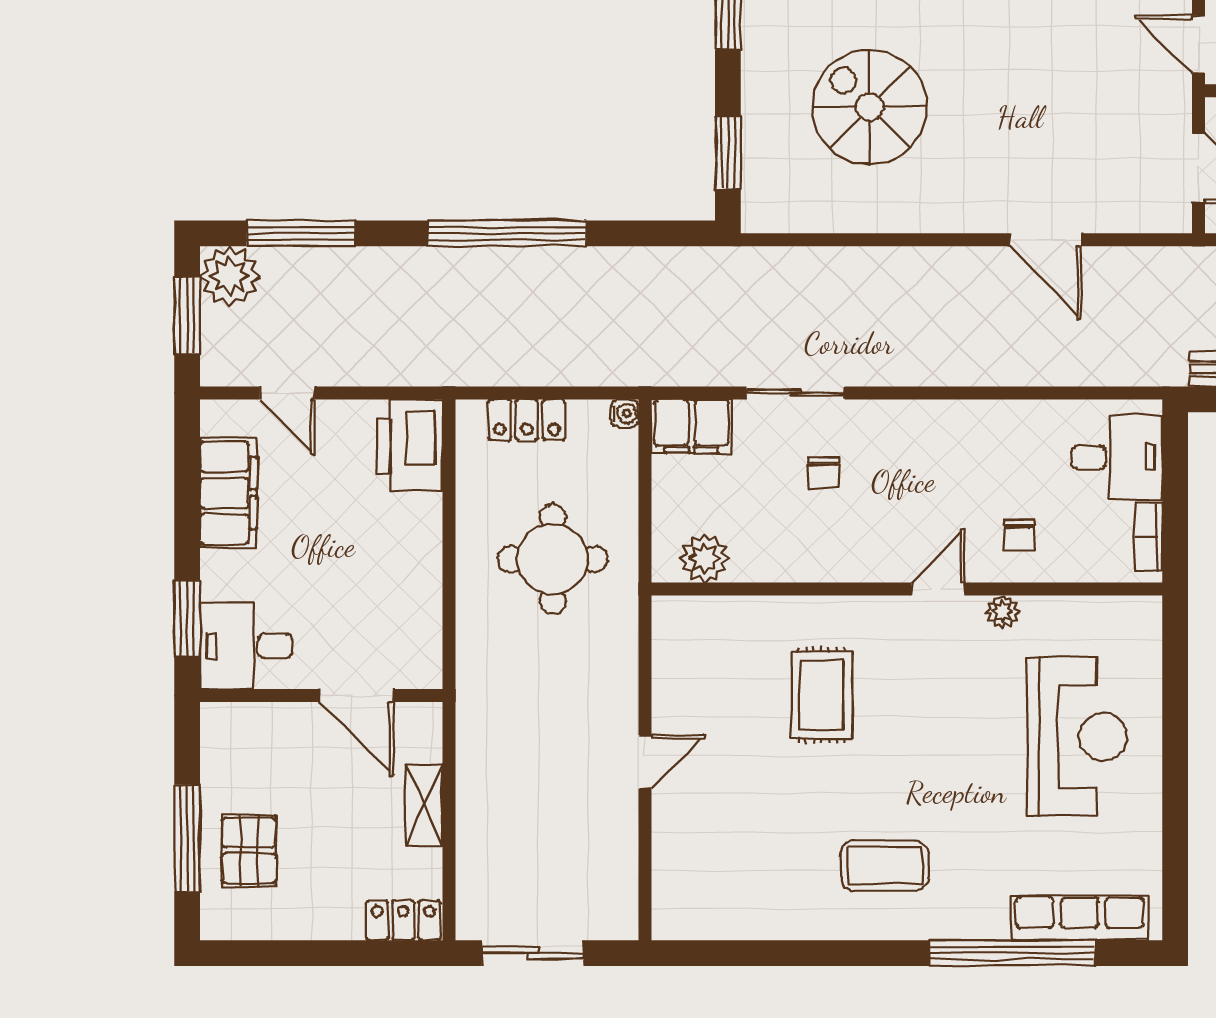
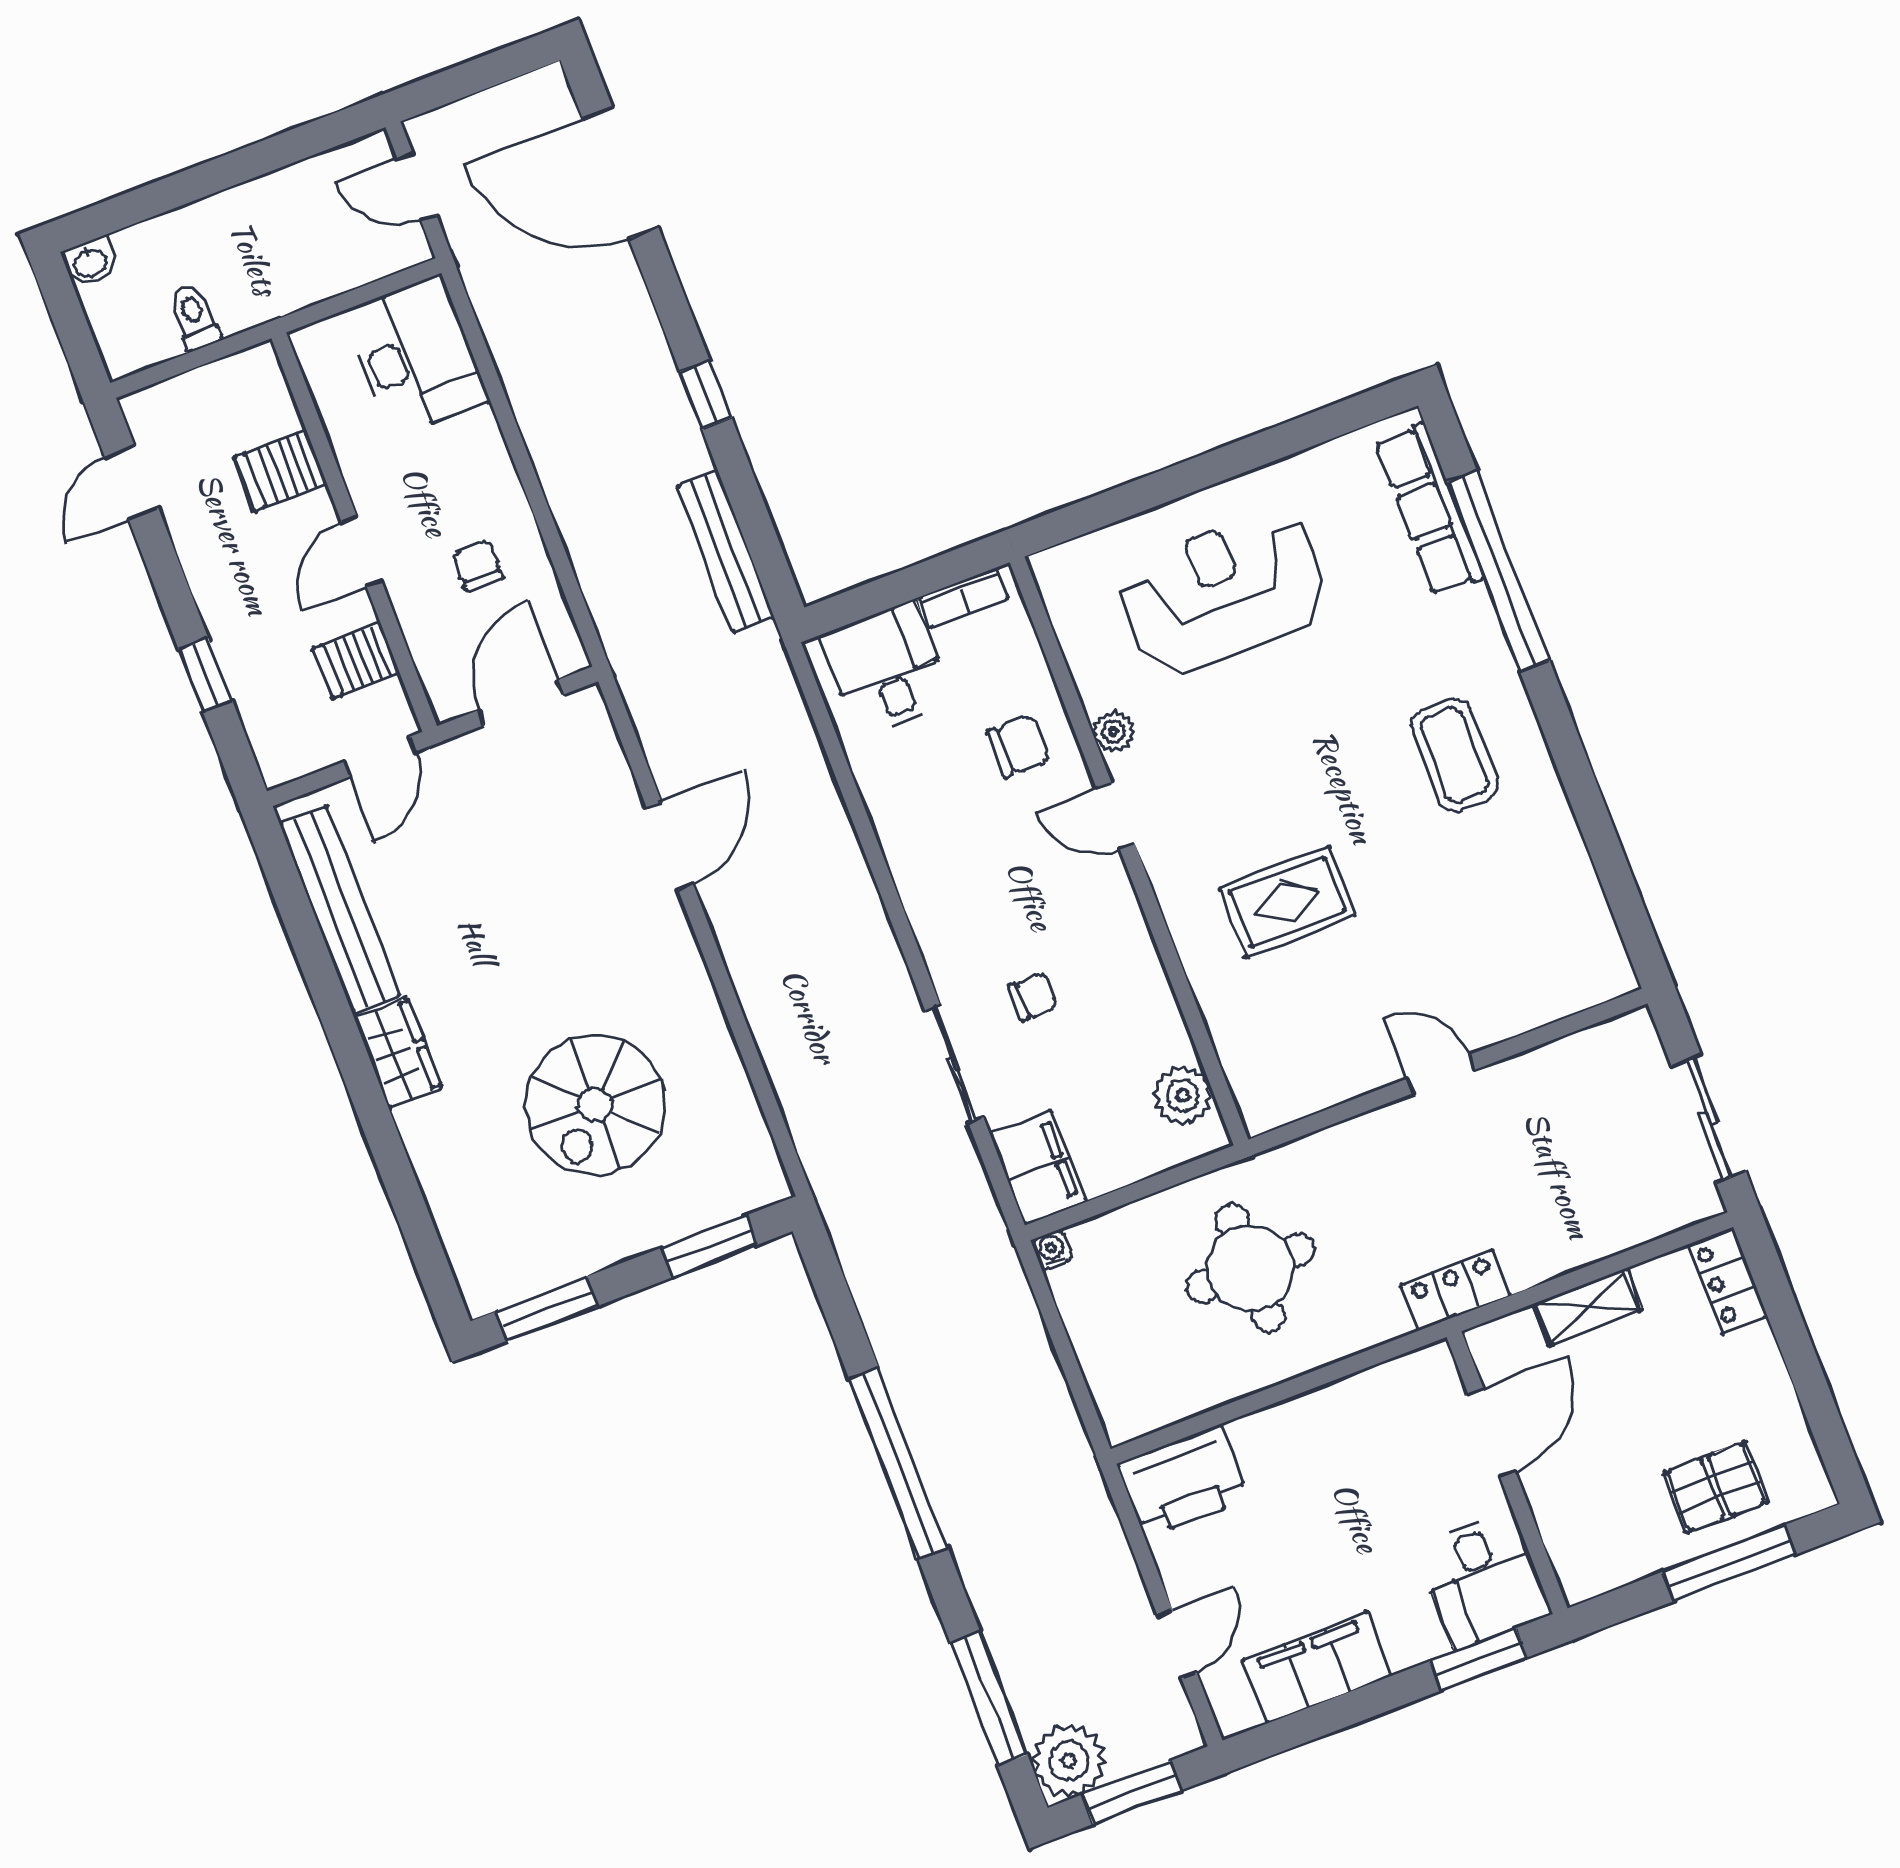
locker: (527, 420) -> (1455, 1290), moved, turned -90
chair: (1019, 535) -> (1019, 746), width x1.37, depth x1.37

